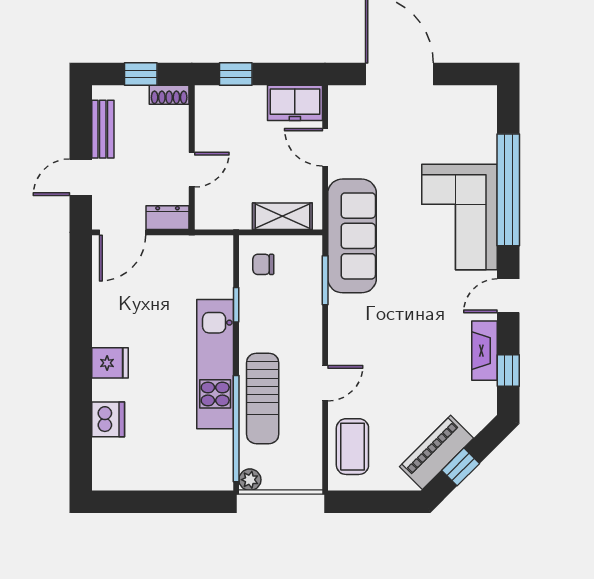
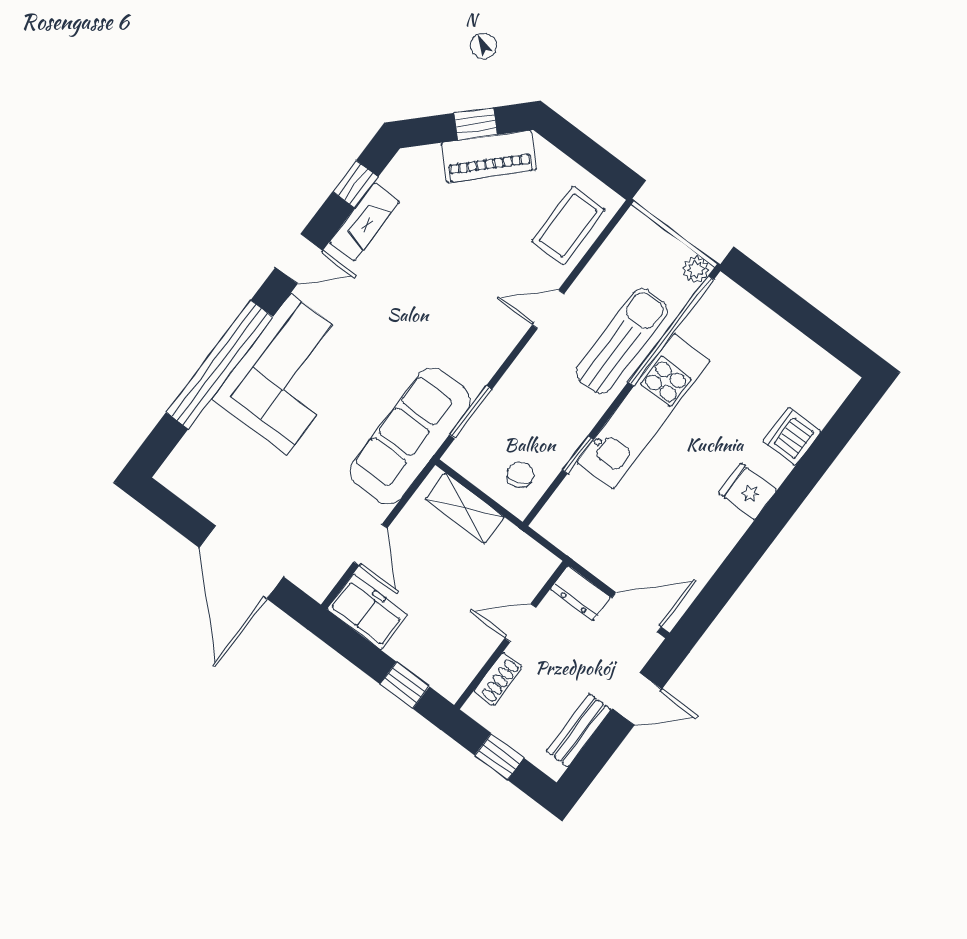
shoe rack: (169, 95) -> (498, 679), moved, turned 90
chair: (263, 264) -> (520, 475), turned -112

